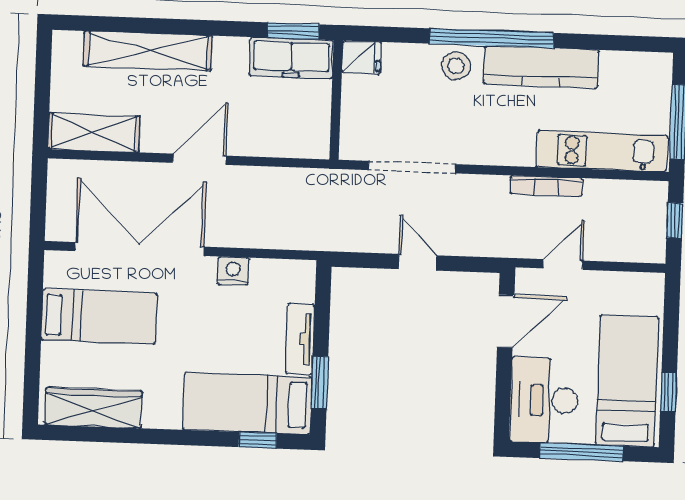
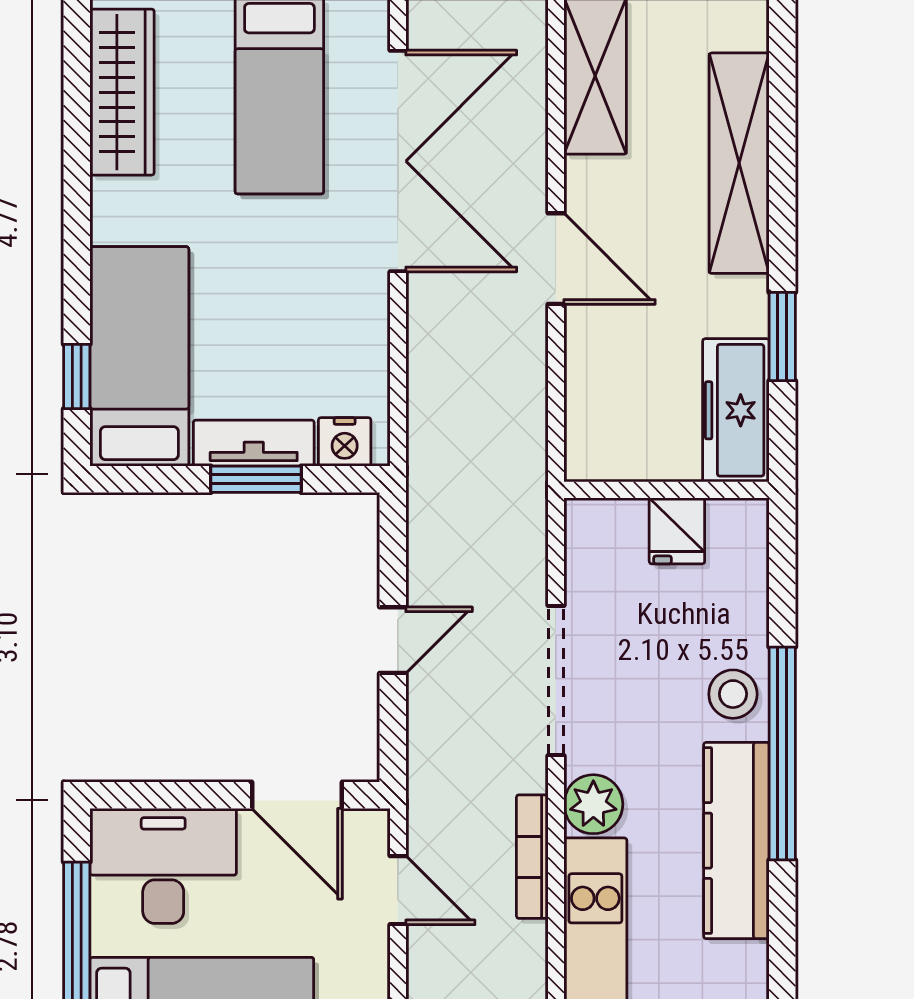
window: (293, 31) -> (782, 337), moved
fridge: (362, 57) -> (677, 531), moved
plant: (517, 149) -> (593, 804), added
doorway: (412, 167) -> (556, 681), moved
nightstand: (233, 271) -> (345, 442), moved, turned 90
window: (320, 383) -> (256, 479), moved

